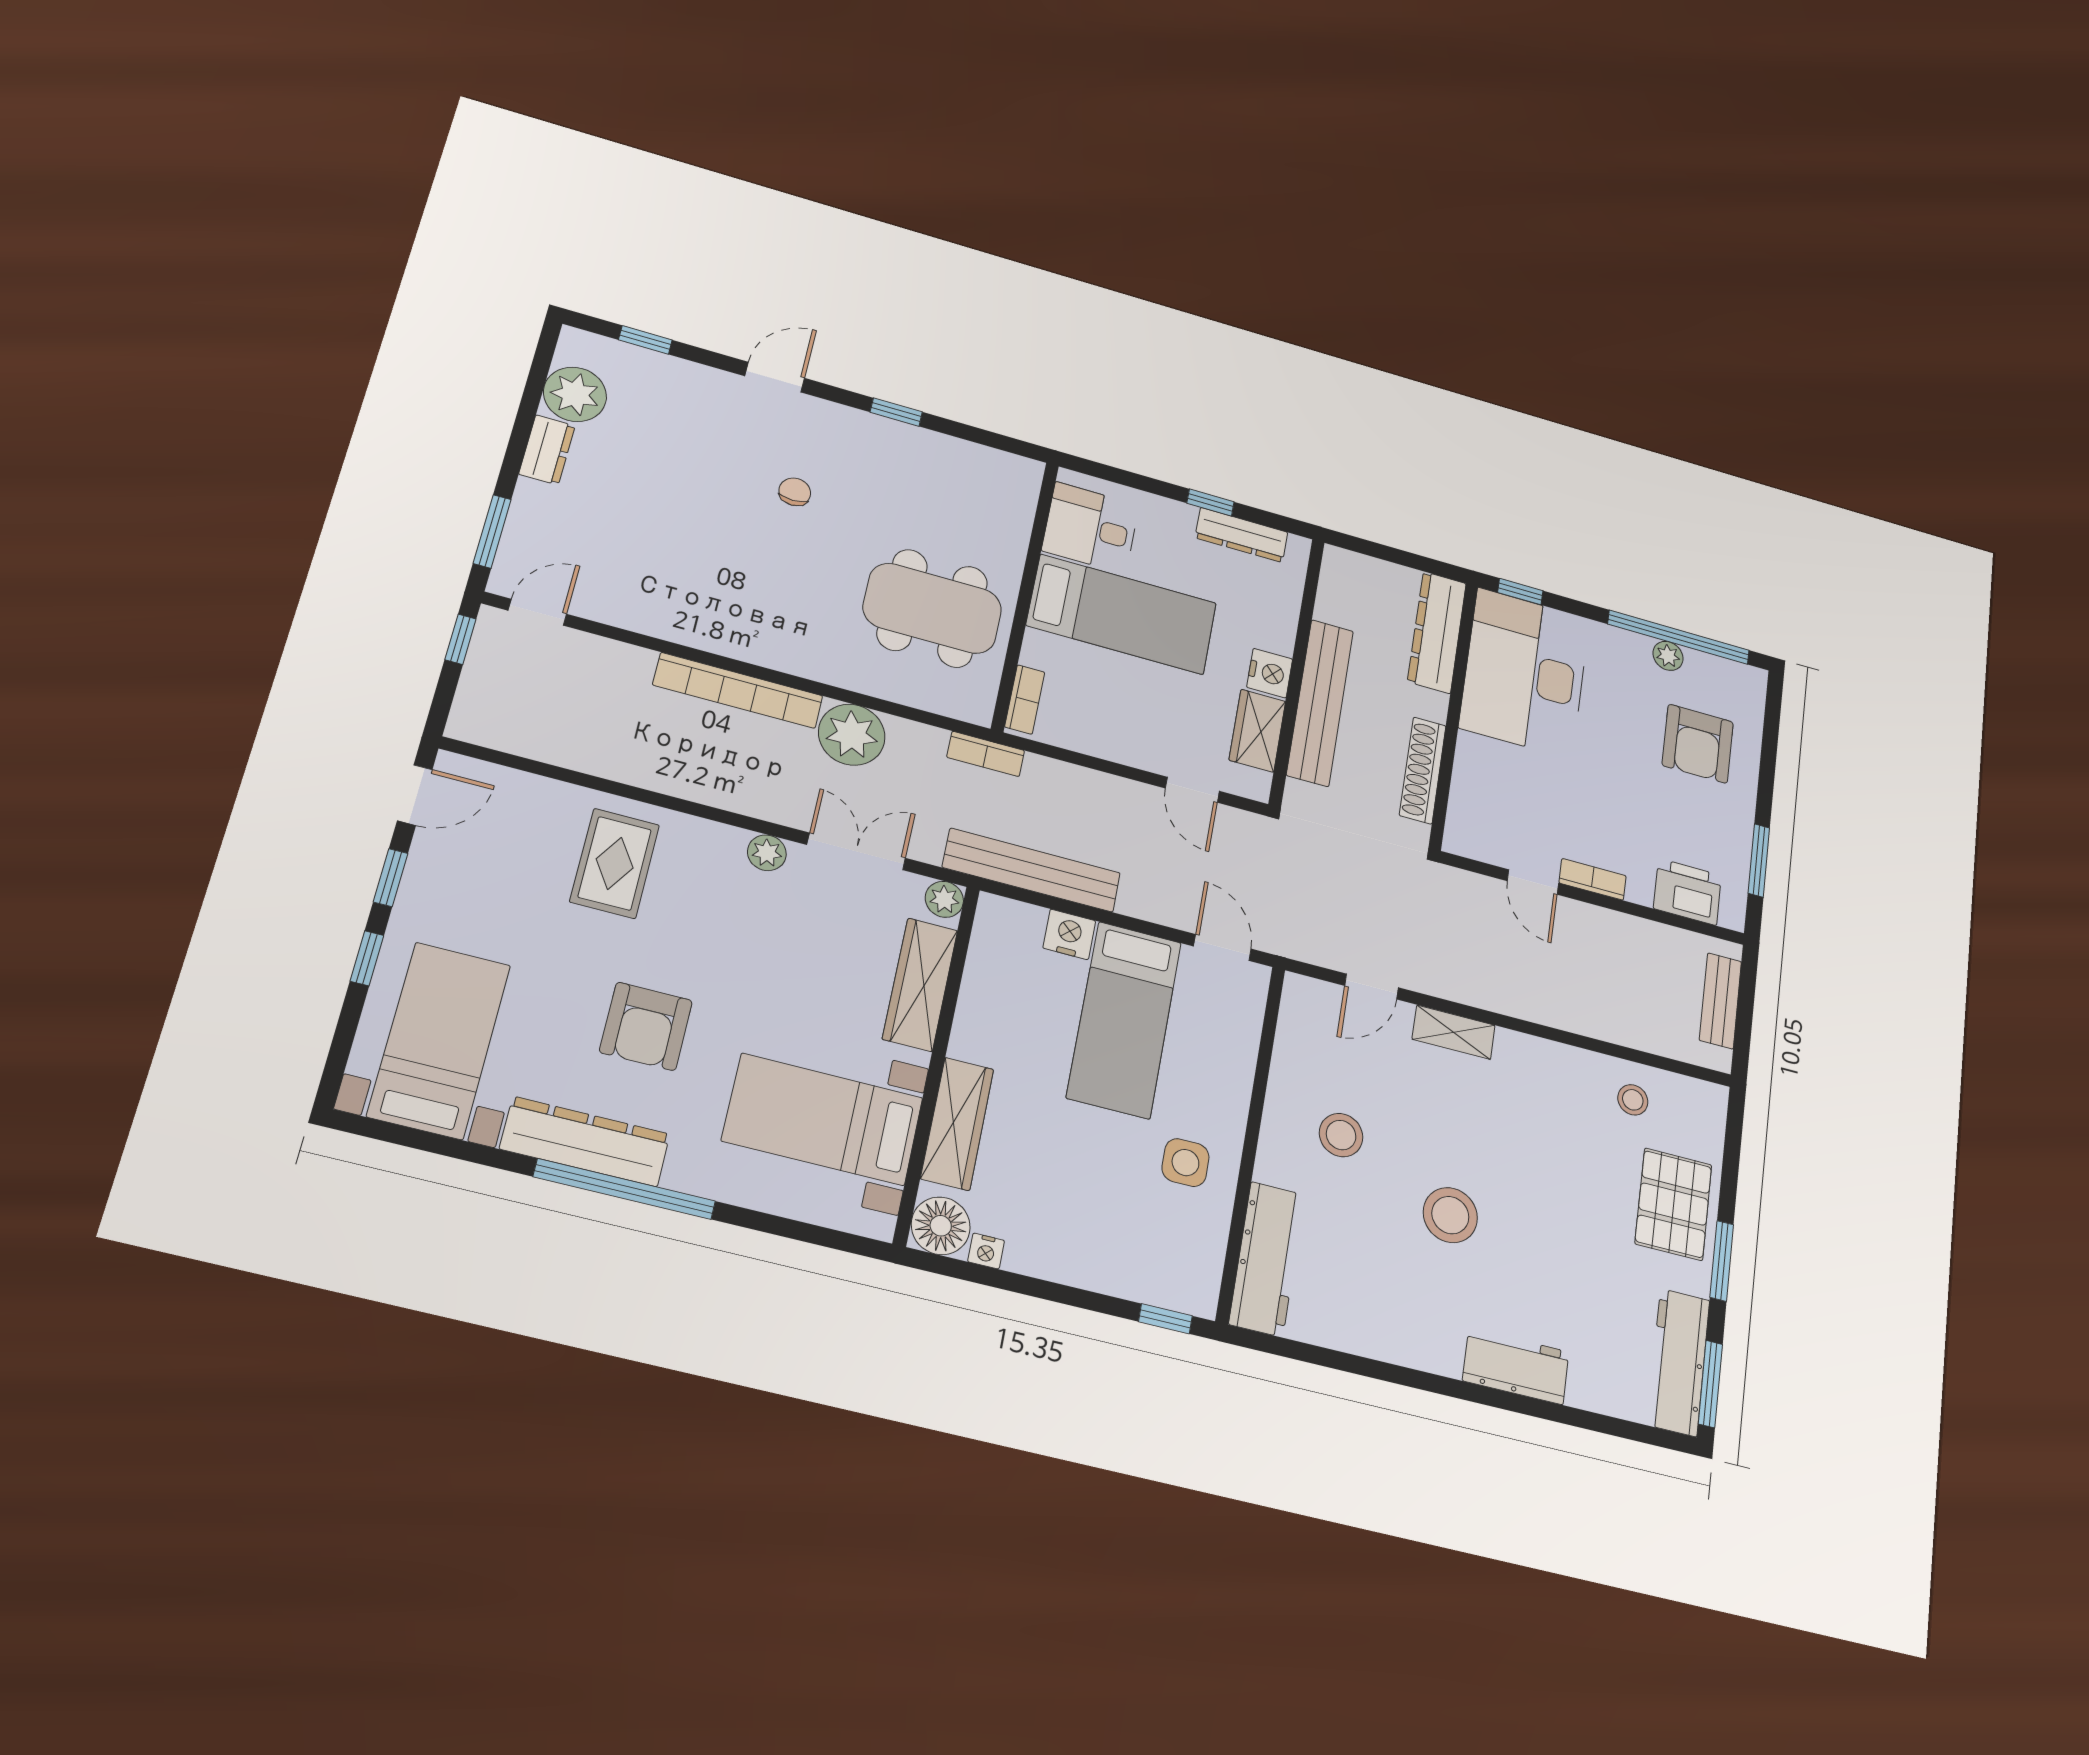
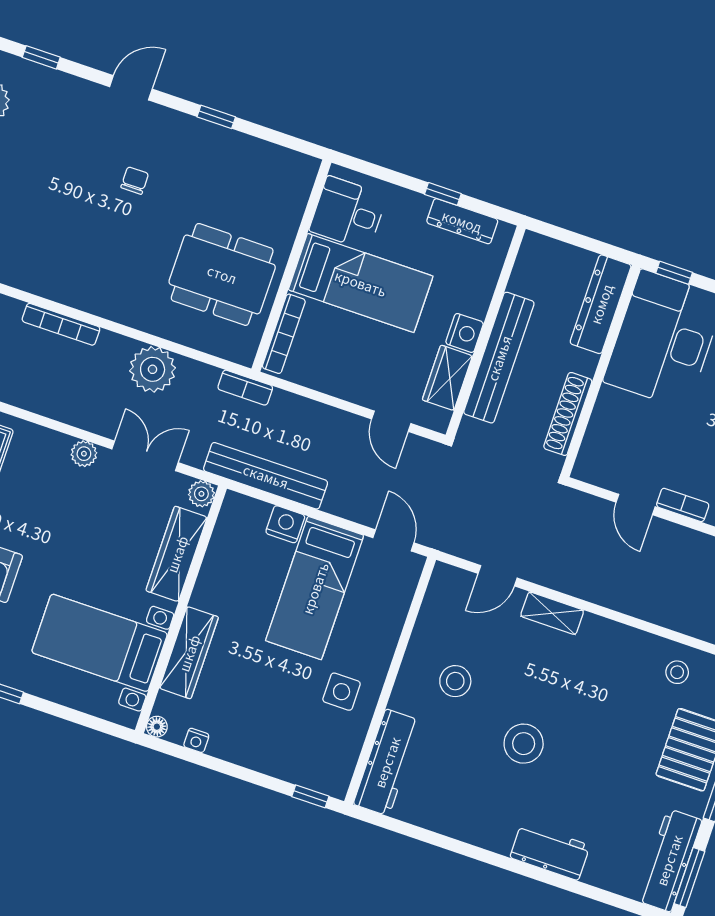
bookcase: (738, 690) -> (61, 324), width x0.68, depth x0.76
bookcase: (1025, 699) -> (284, 334), width x1.56
floor lamp: (941, 1226) -> (157, 727), width x0.53, depth x0.53

